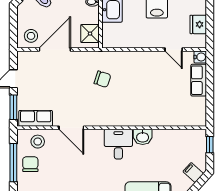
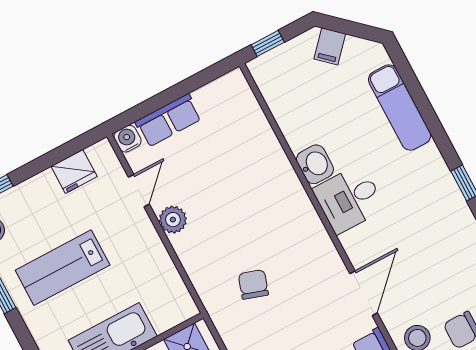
plant: (152, 58) -> (173, 220), added

